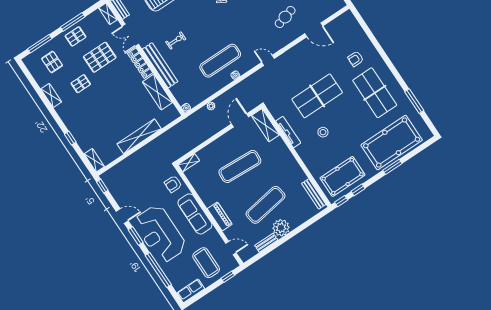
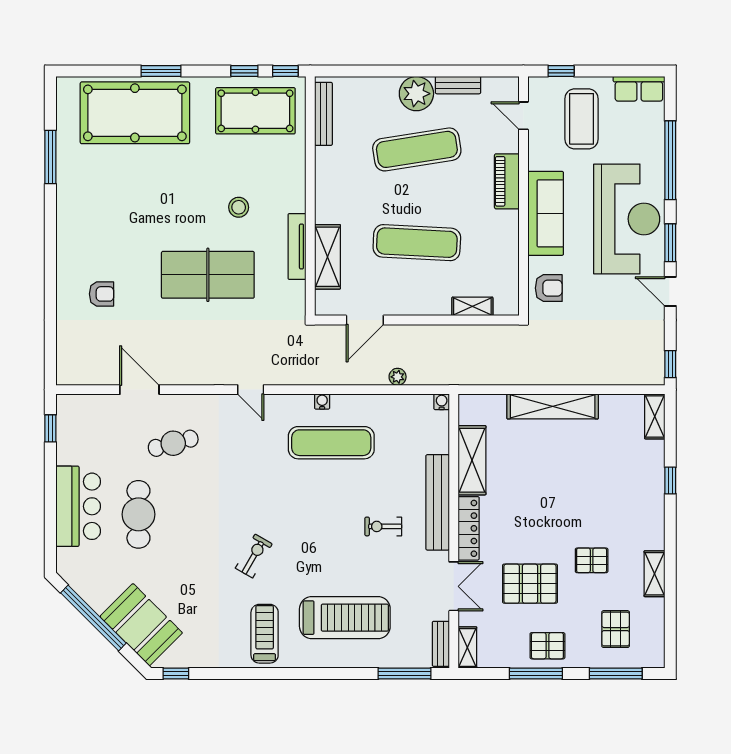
table tennis table: (375, 93) -> (107, 215), removed
shelving: (265, 125) -> (328, 257), moved
shelving: (189, 163) -> (472, 306), moved

